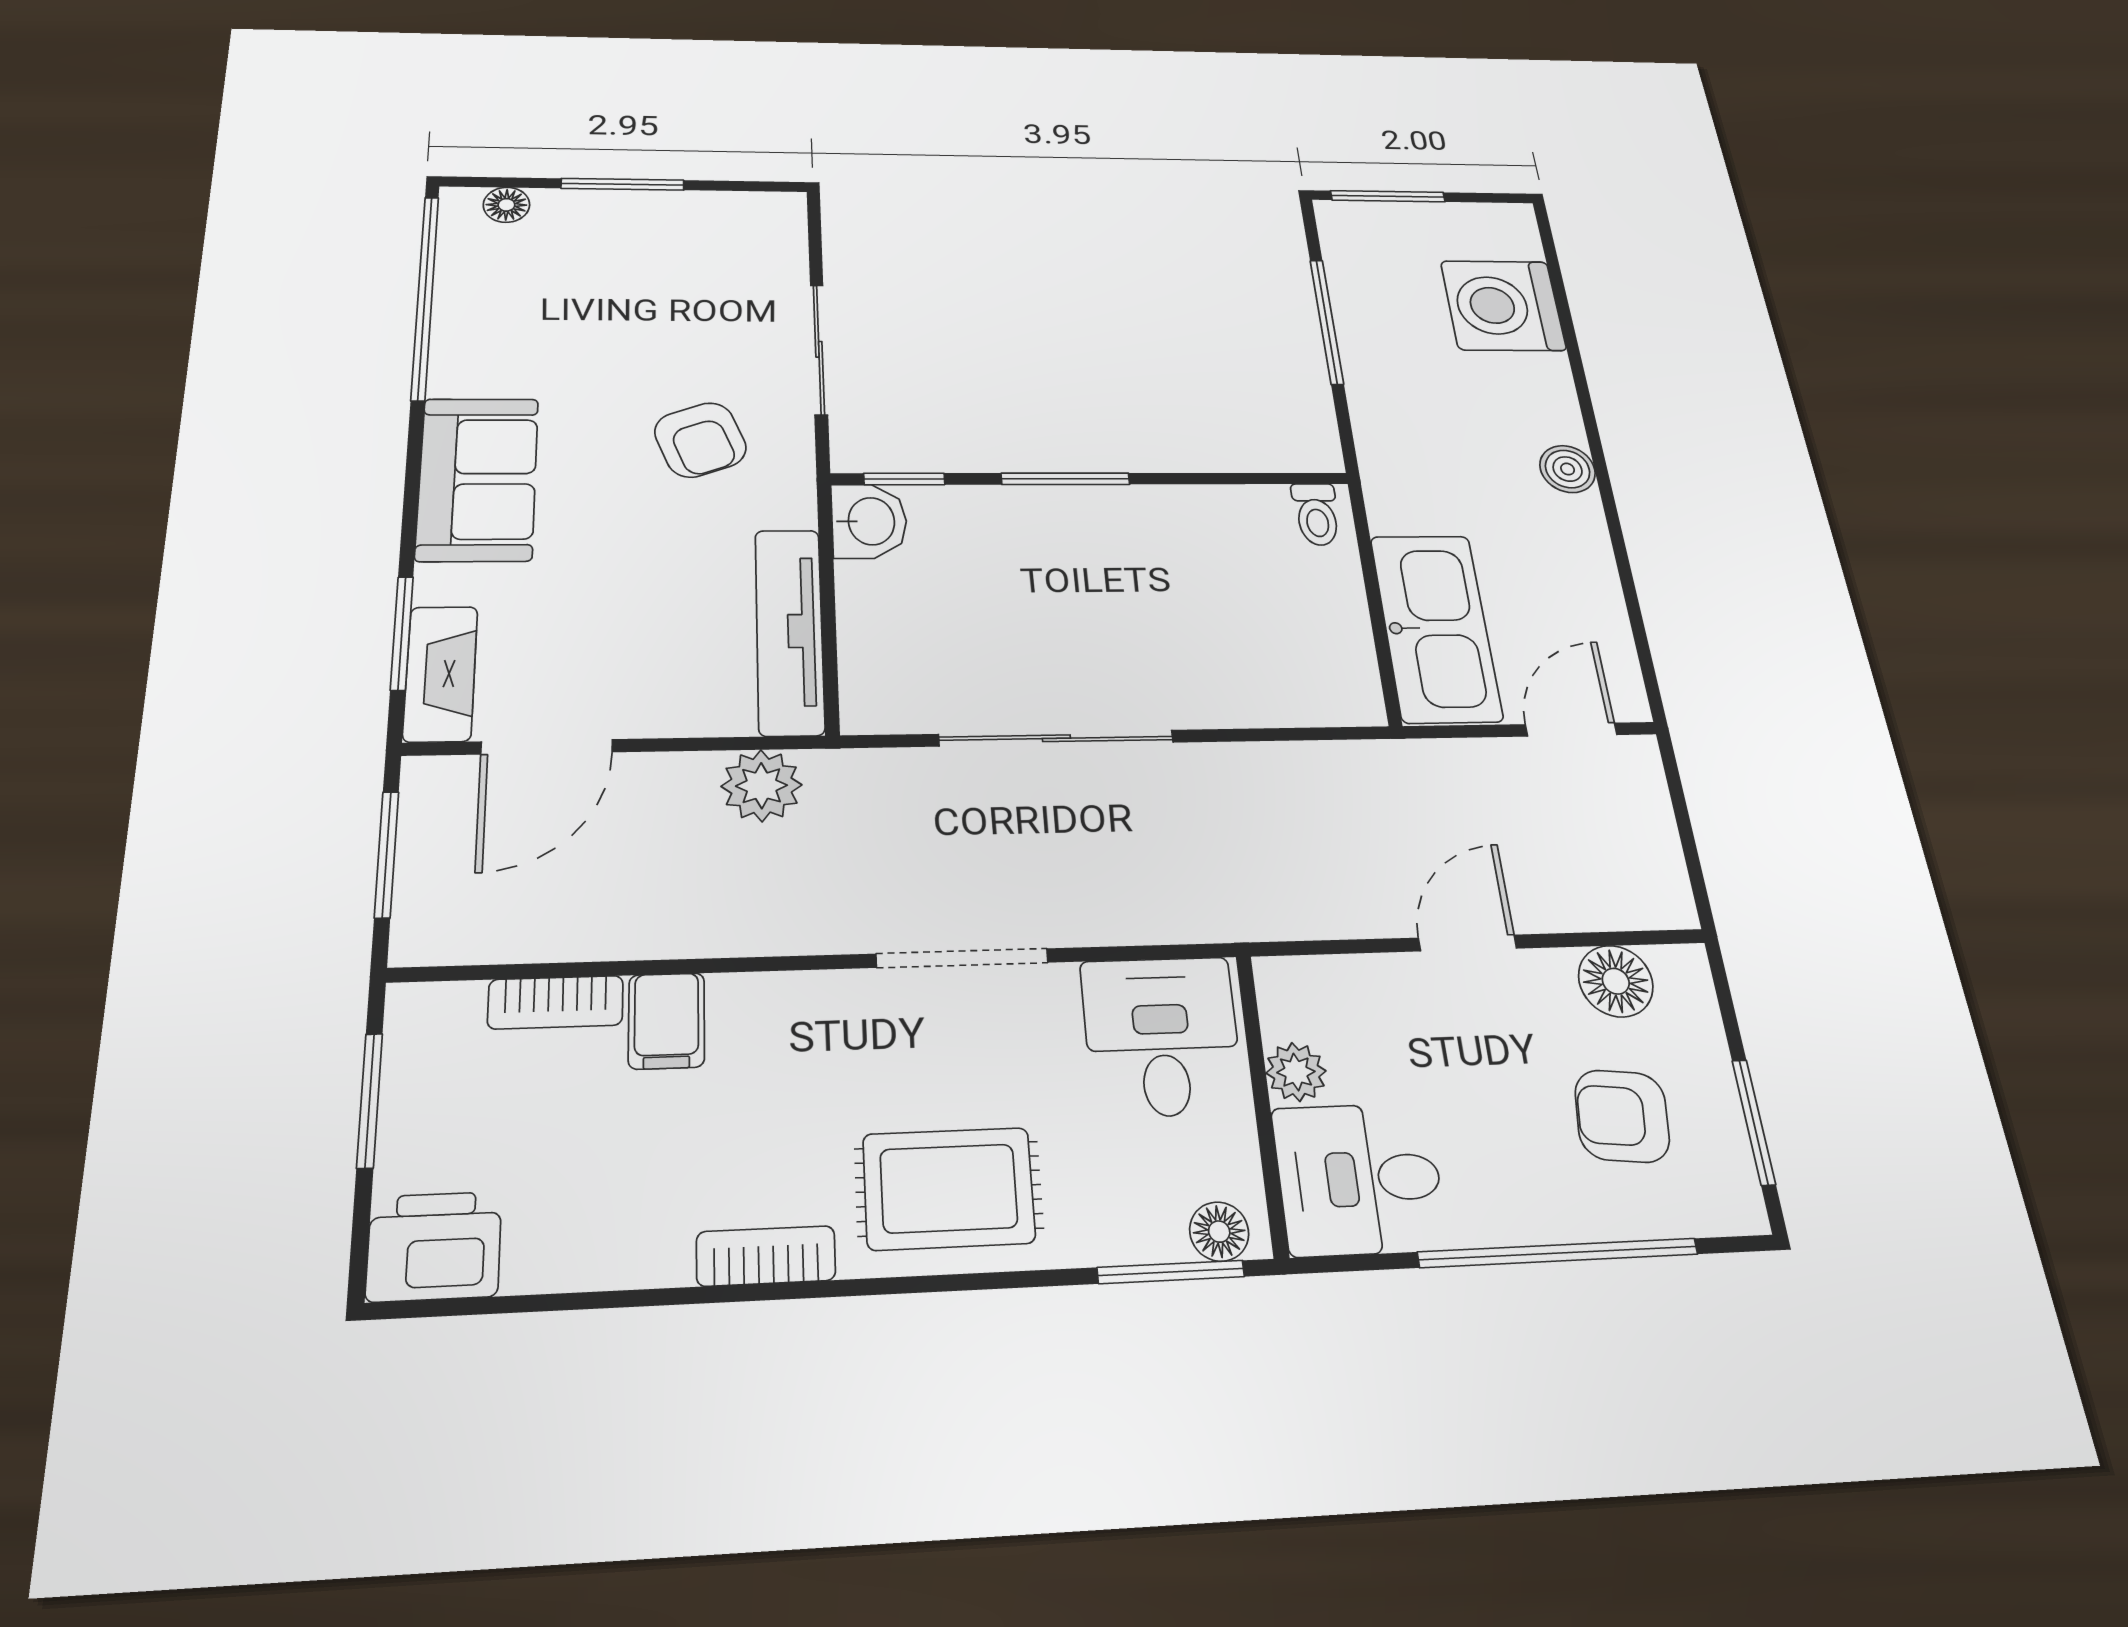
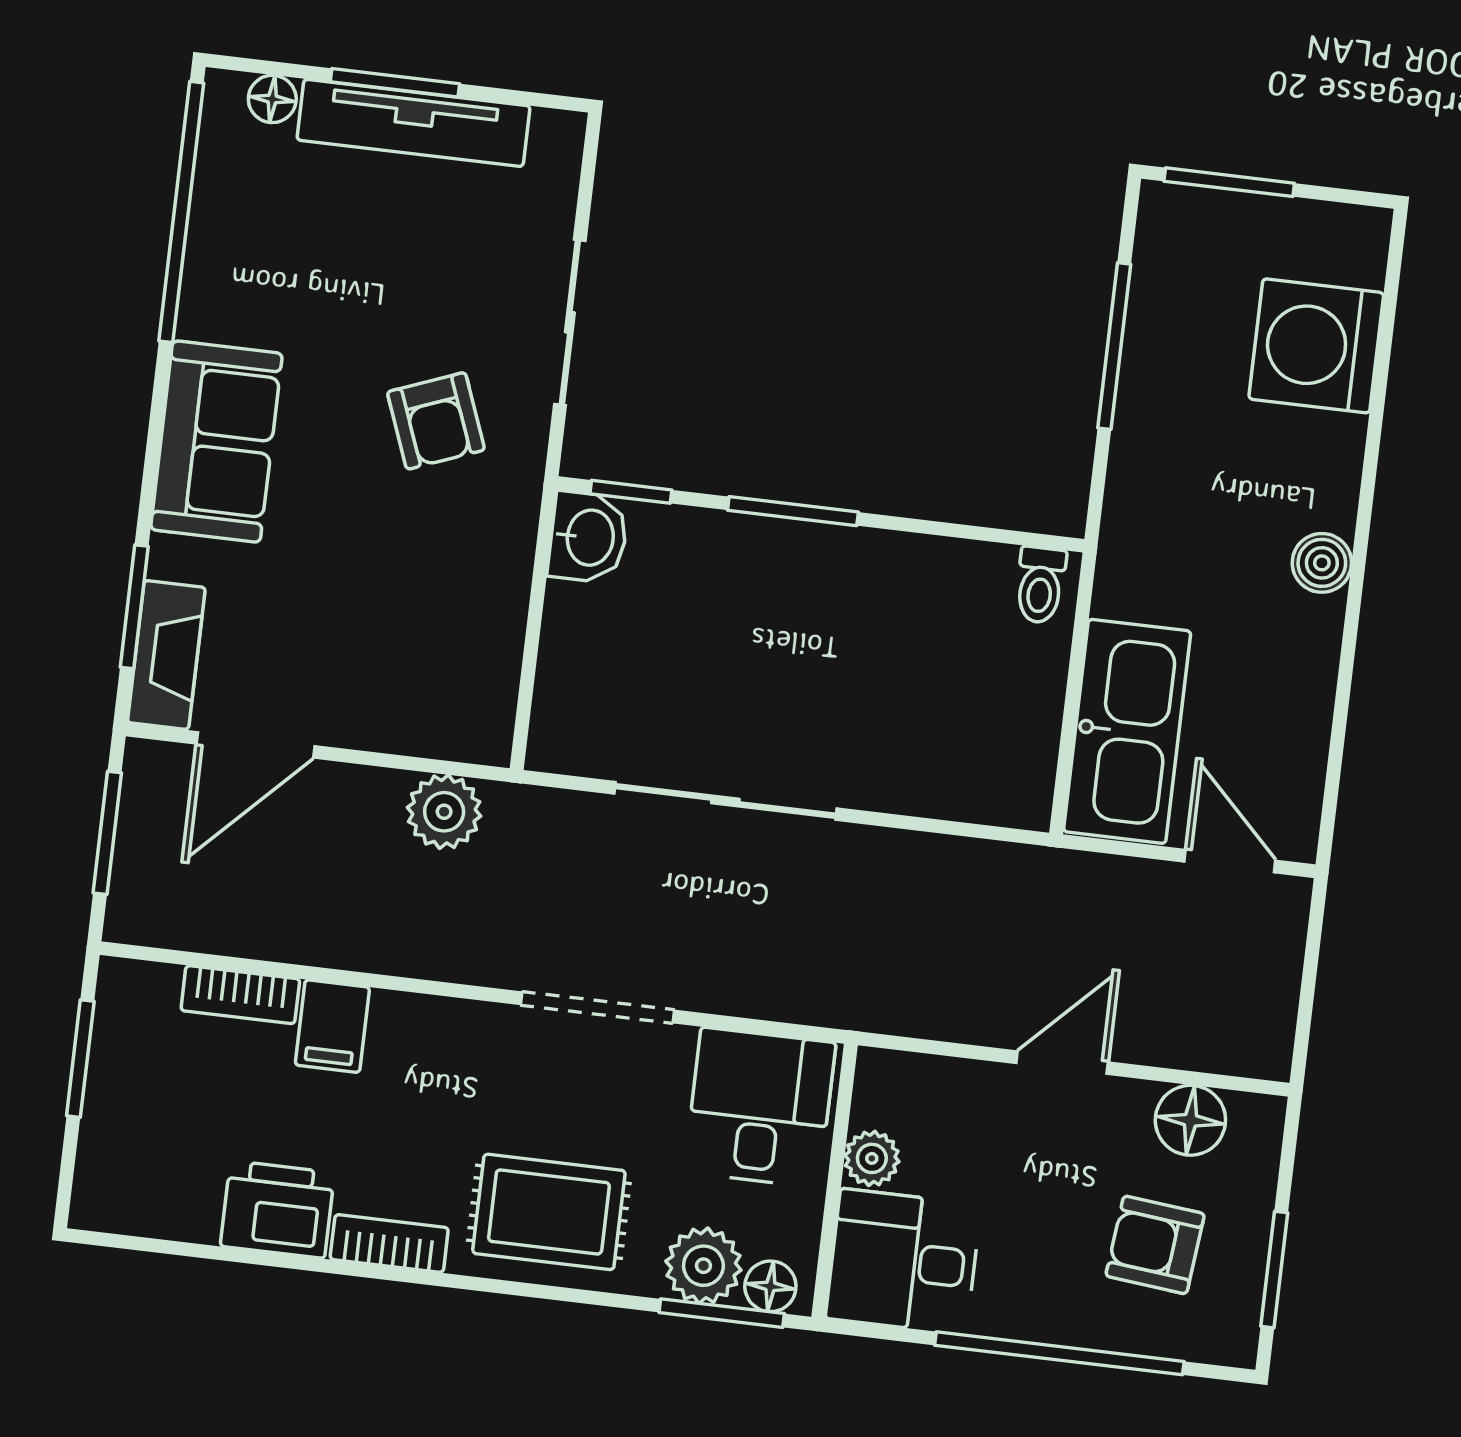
tv unit: (789, 631) -> (413, 123), moved, turned -90
door: (1571, 730) -> (1230, 861), hinge flipped
plant: (1138, 1221) -> (703, 1266), added
printer: (434, 1246) -> (277, 1209), moved

